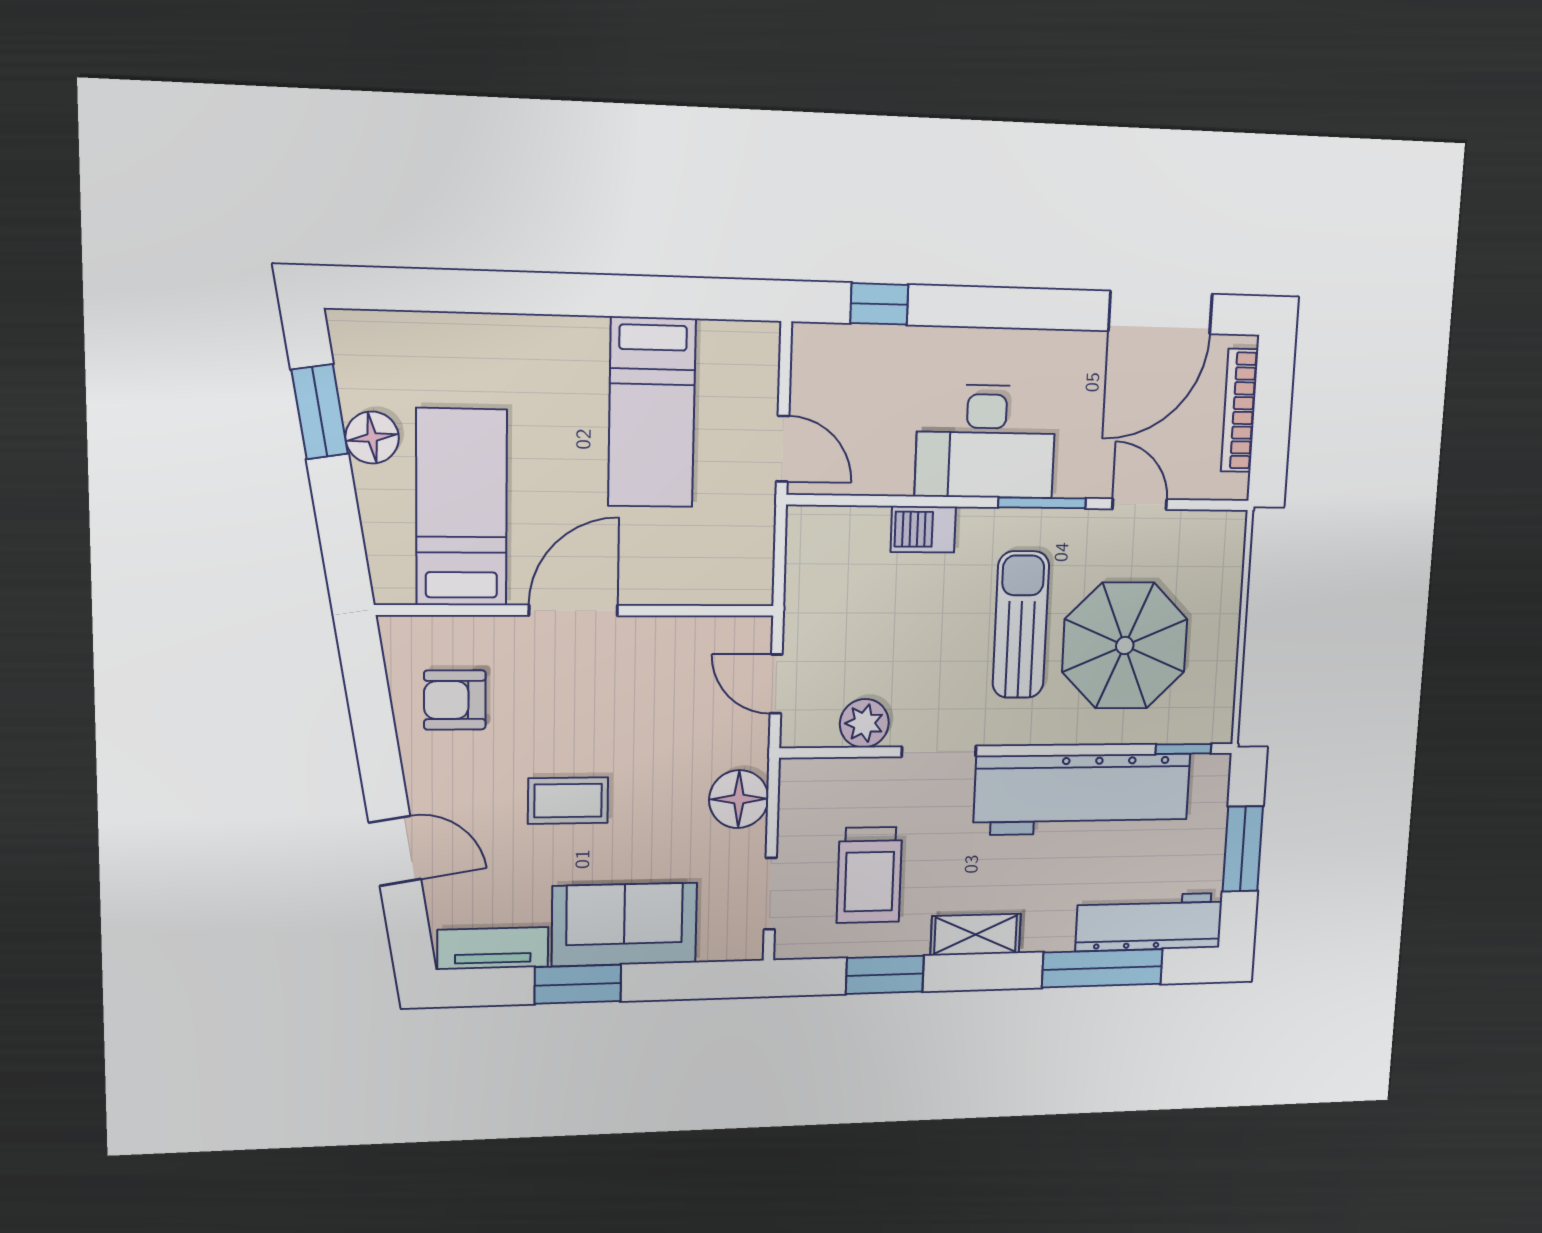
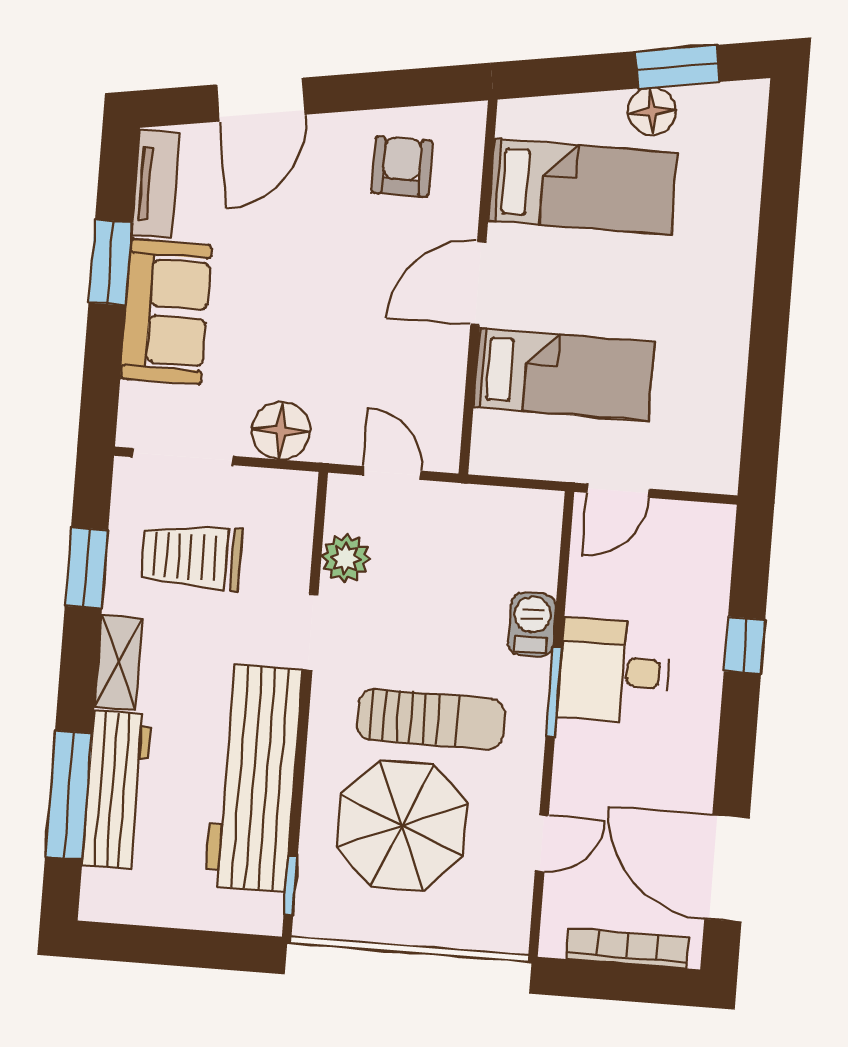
window: (879, 304) -> (744, 645), moved
bed: (652, 413) -> (564, 374), moved, turned 180
desk: (986, 442) -> (614, 671), width x0.73
window: (1042, 503) -> (554, 692), moved
door: (573, 610) -> (478, 283), swing flipped
door: (776, 684) -> (392, 473), hinge flipped
coffee table: (568, 801) -> (295, 266), removed
window: (1243, 849) -> (180, 947), removed
door: (395, 851) -> (261, 100), width x1.38
doorway: (770, 894) -> (182, 456), width x1.38
workbench: (1149, 922) -> (117, 790), moved

